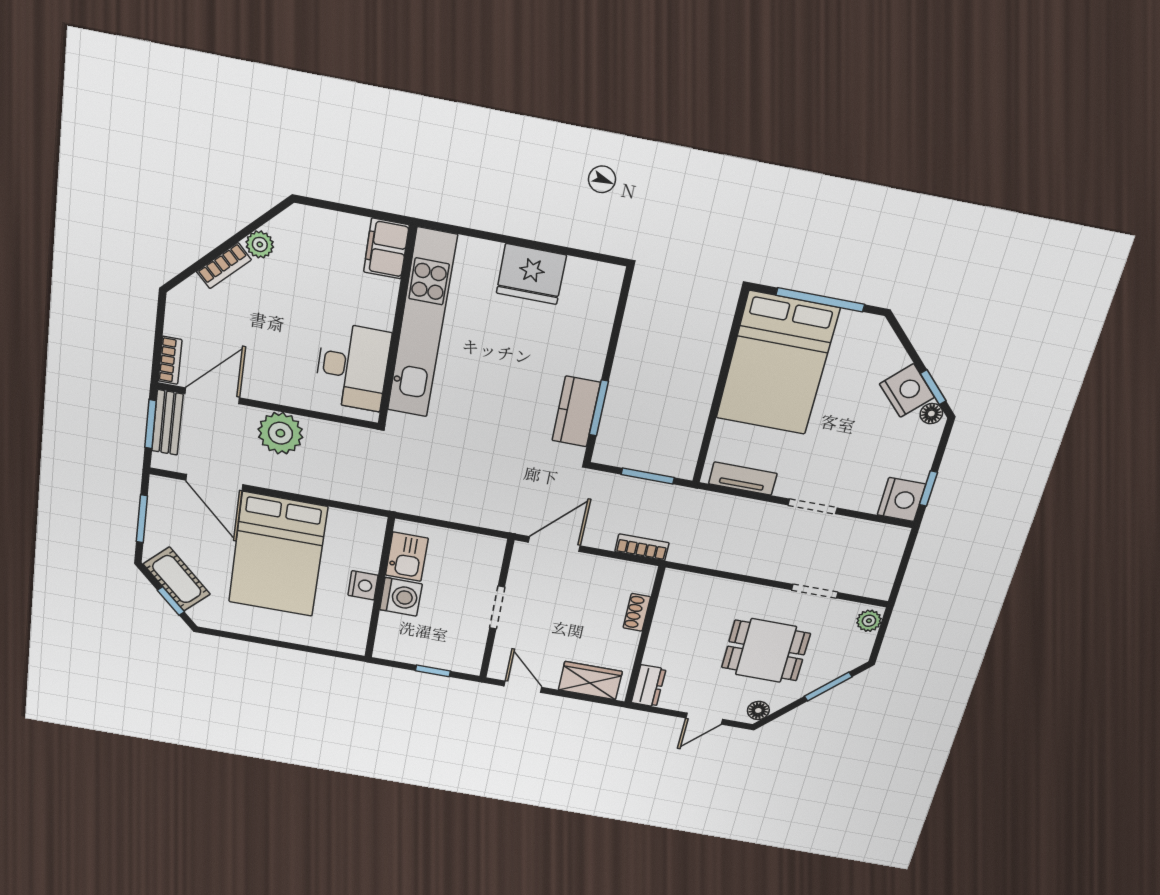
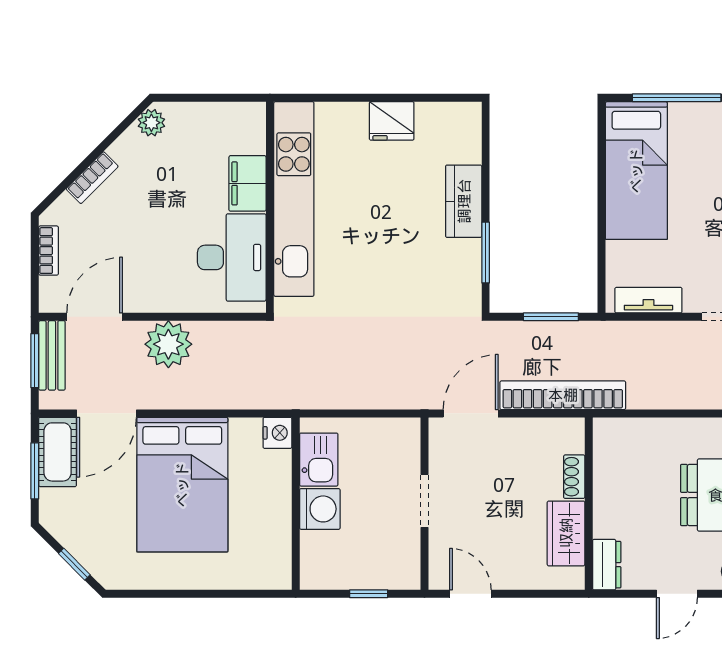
plant: (260, 244) -> (151, 123), moved
filing cabinet: (386, 249) -> (247, 183), moved
fridge: (531, 274) -> (392, 121), width x0.73, depth x0.75
bookcase: (170, 360) -> (49, 251), moved
bed: (777, 363) -> (636, 171), width x0.67
kitchen counter: (576, 412) -> (464, 201), moved
door: (214, 482) -> (107, 413), hinge flipped
bookcase: (642, 547) -> (563, 395), width x2.31, depth x1.31
cot: (177, 579) -> (58, 452), moved, turned 45
nightstand: (363, 585) -> (277, 433), moved
wardrobe: (590, 681) -> (566, 533), moved, turned -90

